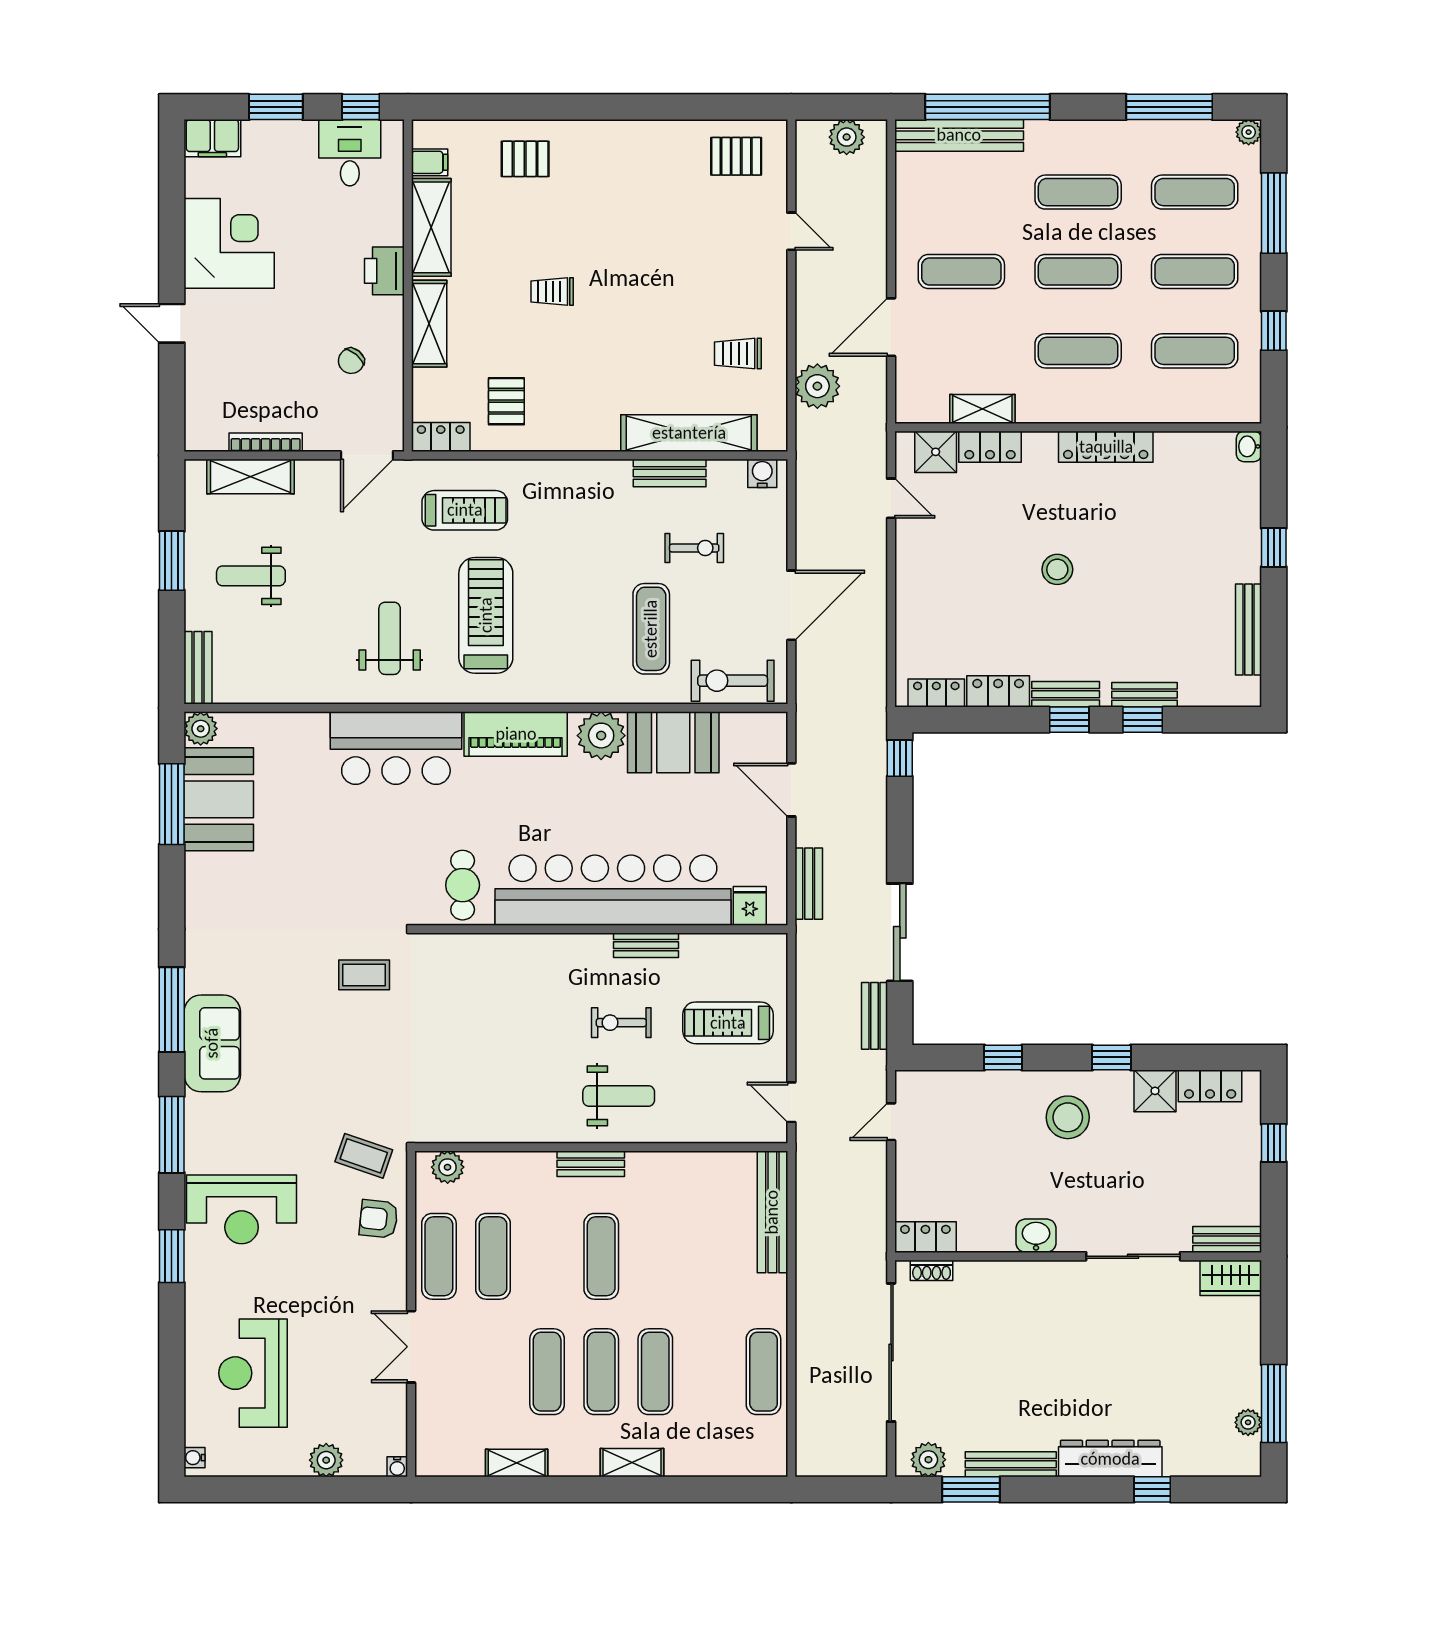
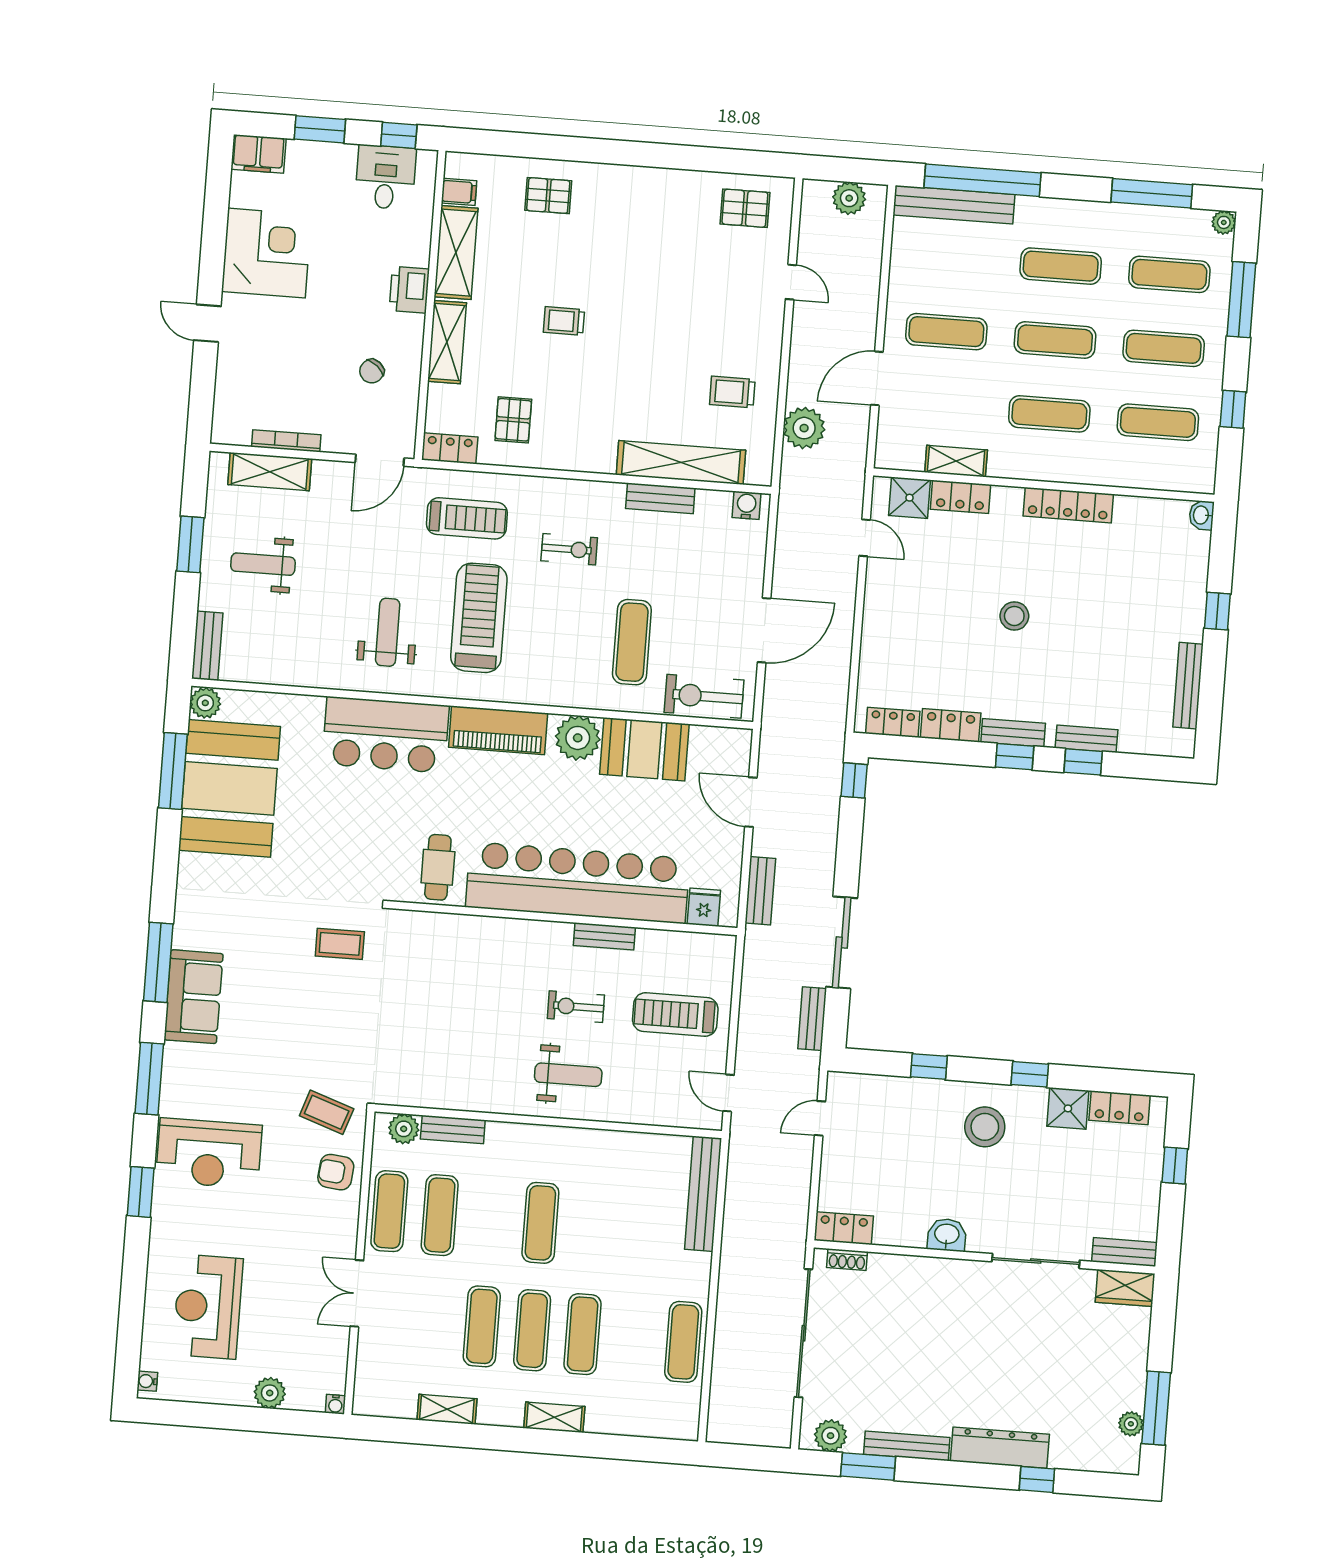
exercise bike: (694, 548) -> (569, 549), moved
booth: (219, 799) -> (229, 788), width x1.36, depth x1.42
bench: (591, 1164) -> (453, 1130), moved

